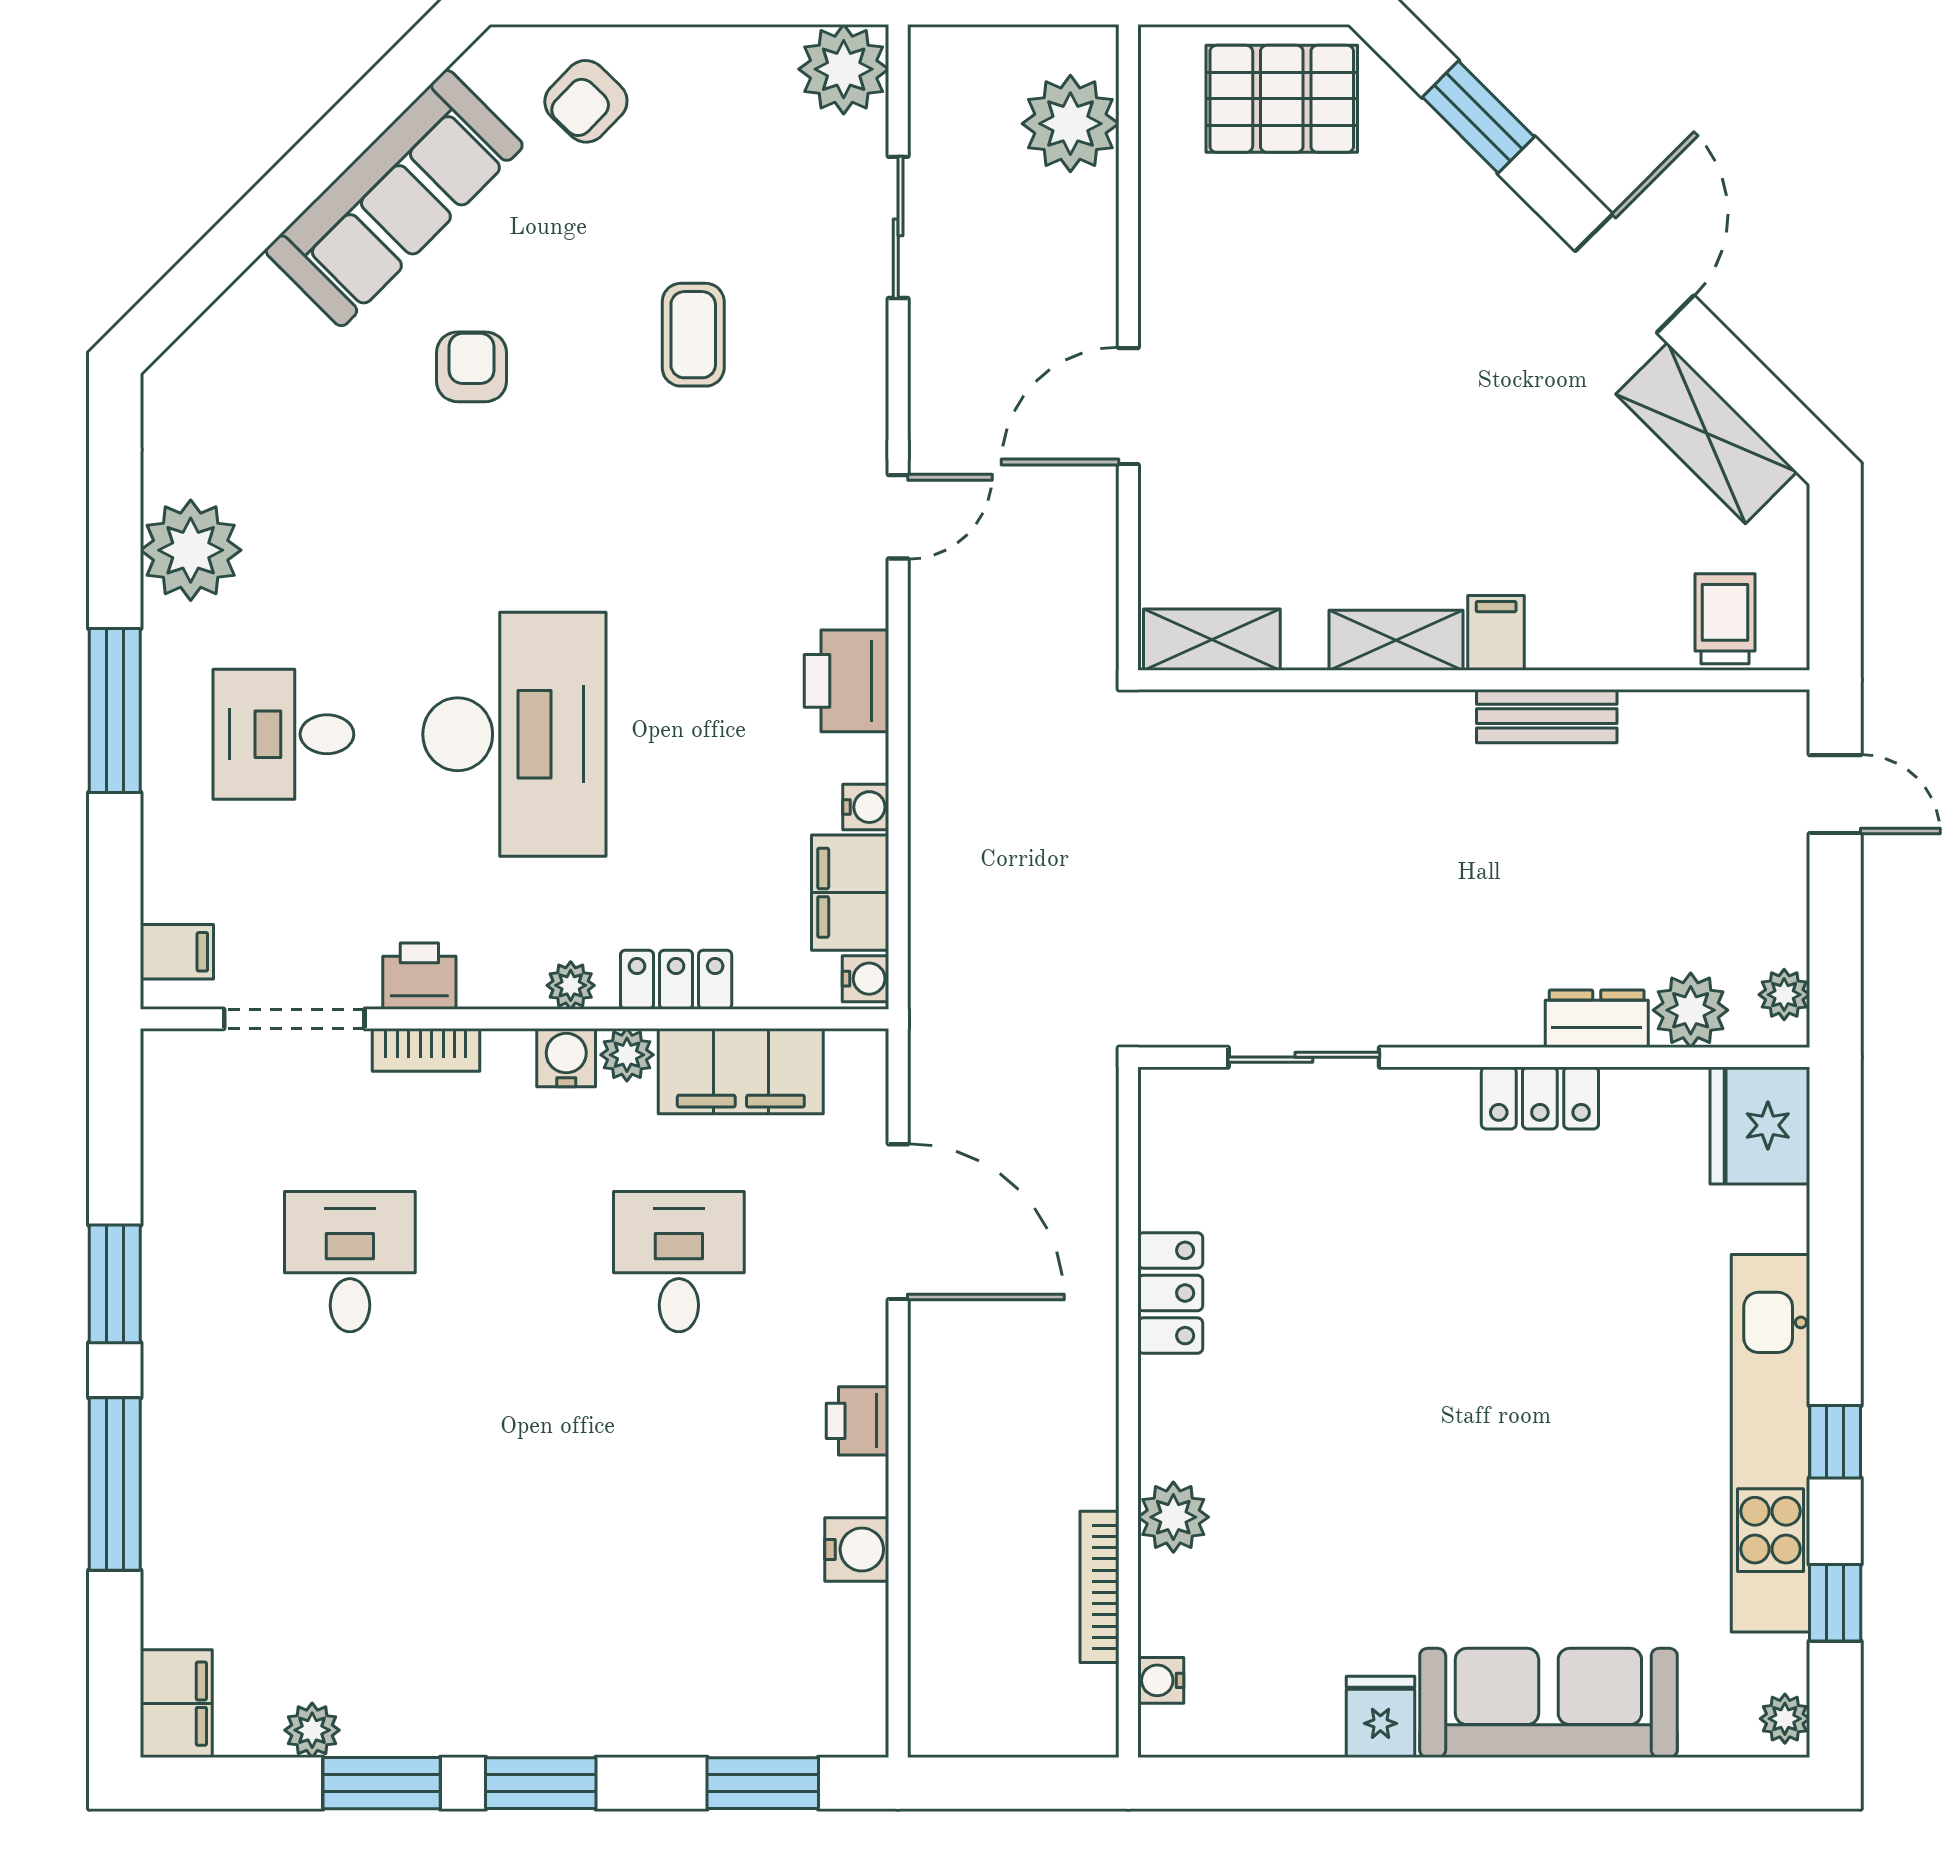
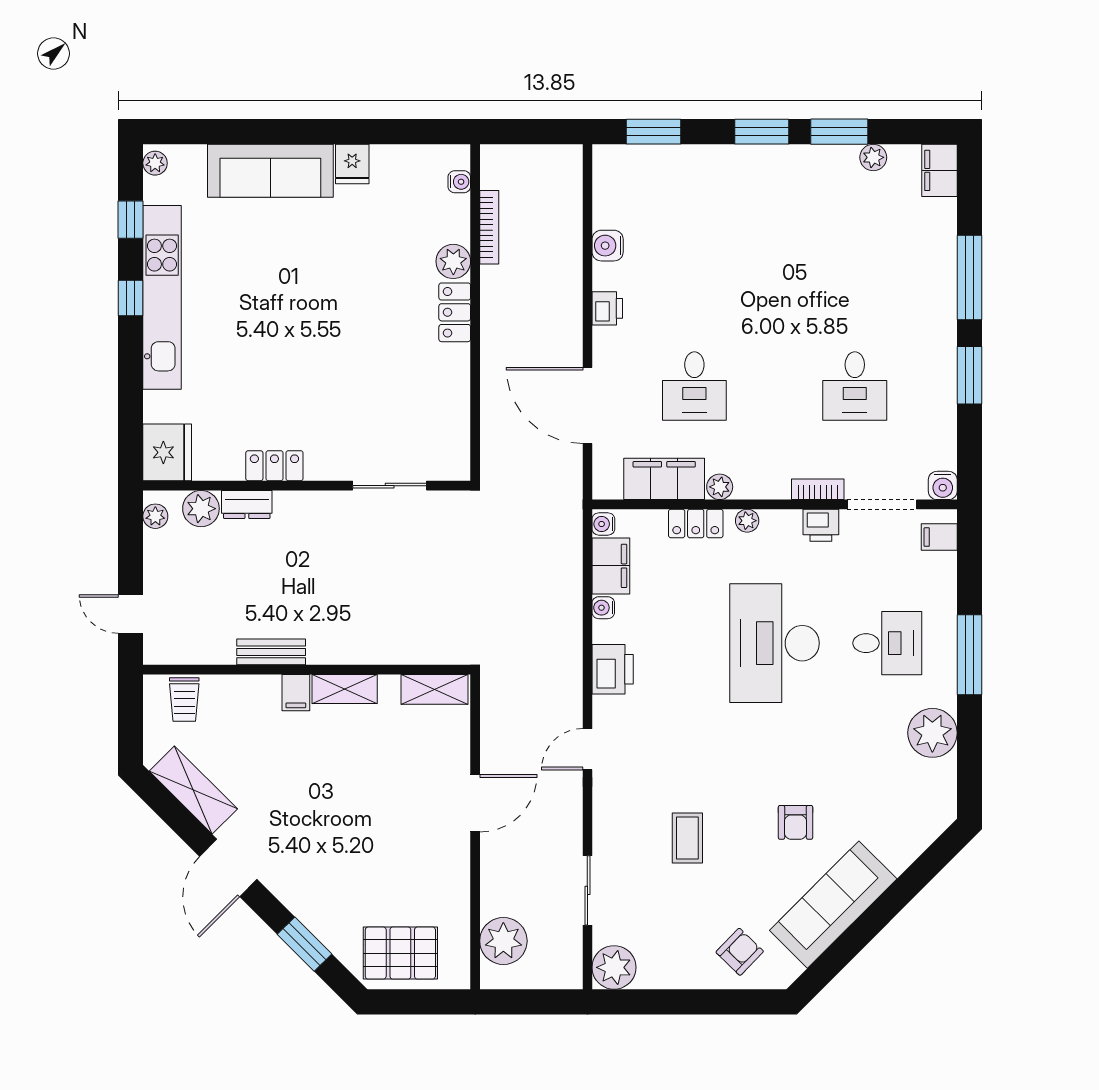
water cooler: (566, 1058) -> (943, 485), moved
locker: (1170, 1293) -> (455, 312), moved

